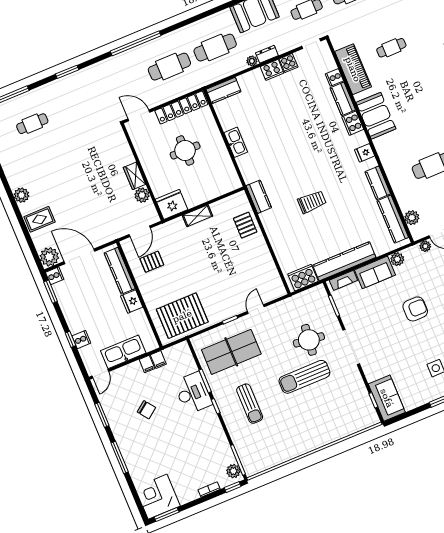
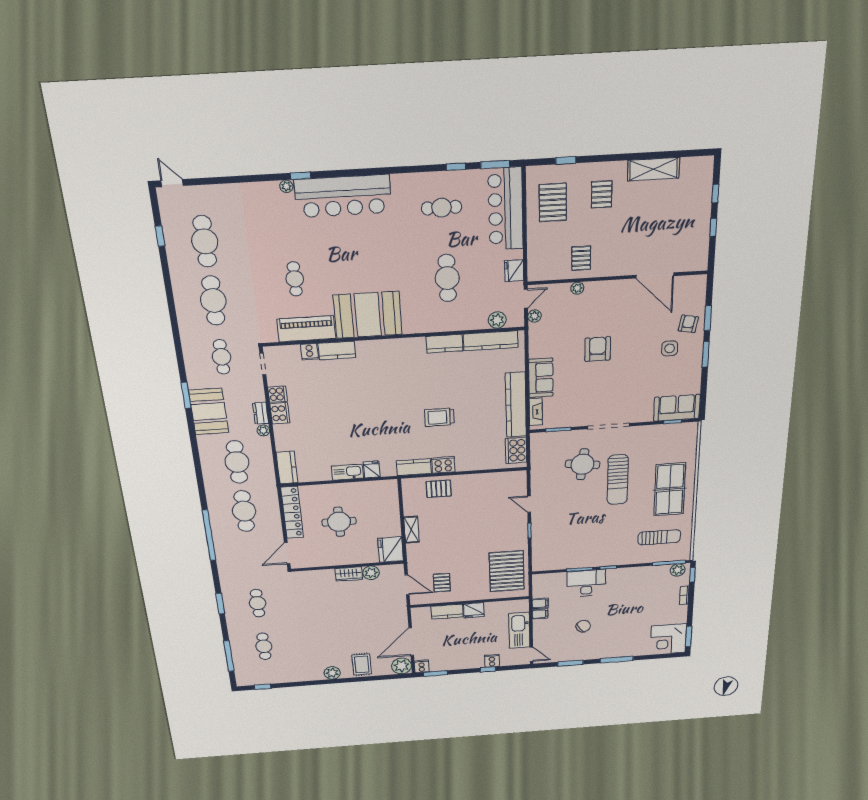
cafe table: (78, 105) -> (258, 603), added
booth: (376, 116) -> (368, 315), width x1.36, depth x1.42
cooker: (353, 123) -> (443, 465), moved, turned 180
fridge: (365, 153) -> (372, 469), moved, turned 180
trolley: (312, 202) -> (439, 417), turned -90
plant: (397, 259) -> (536, 350), removed
kitchen counter: (120, 271) -> (447, 612), width x0.67
table tennis table: (231, 352) -> (670, 489), moved
sun lounger: (250, 404) -> (659, 537), moved

